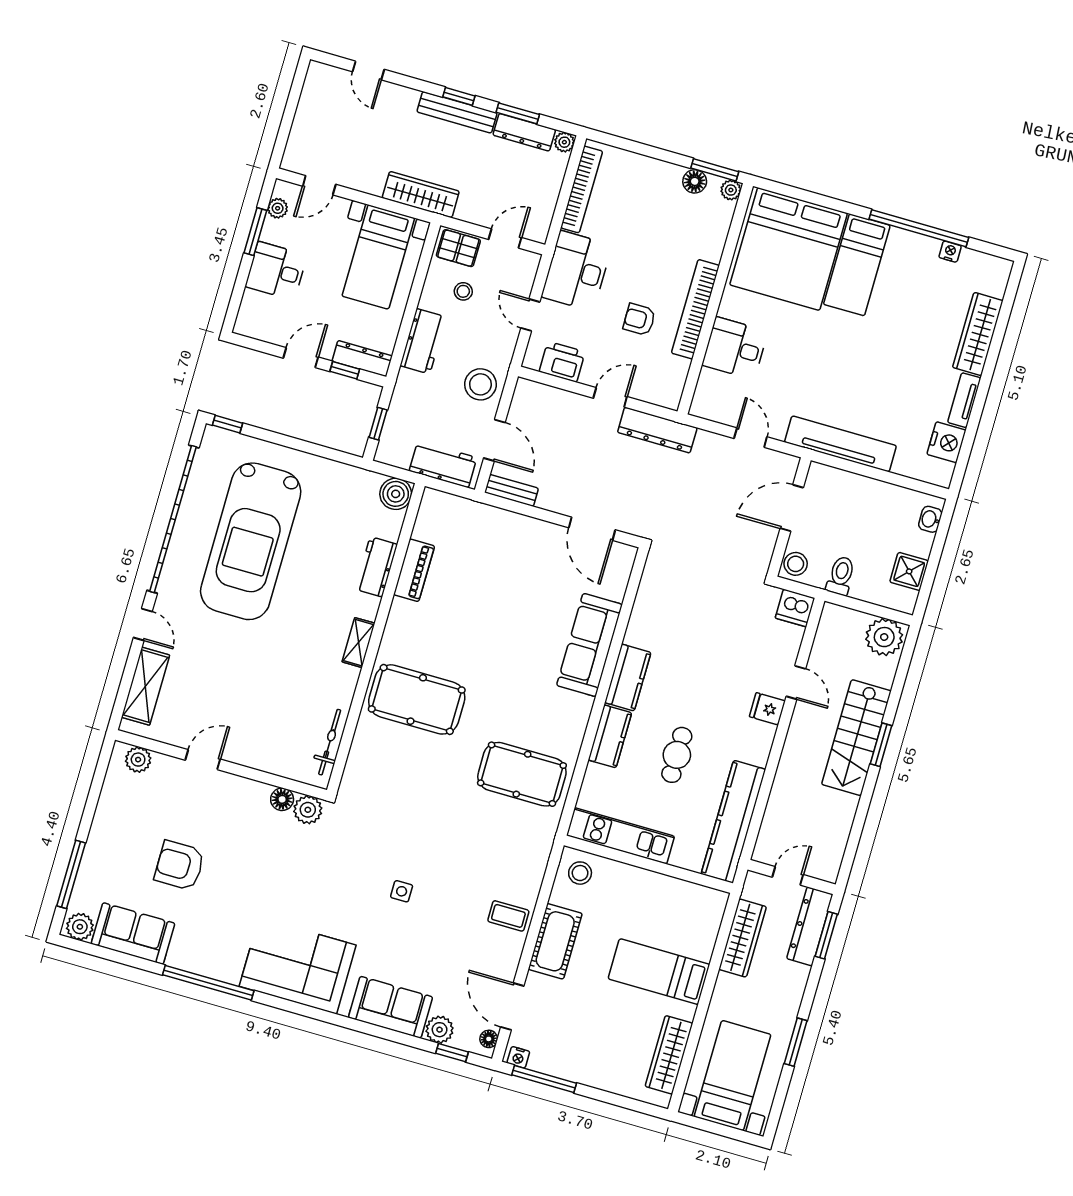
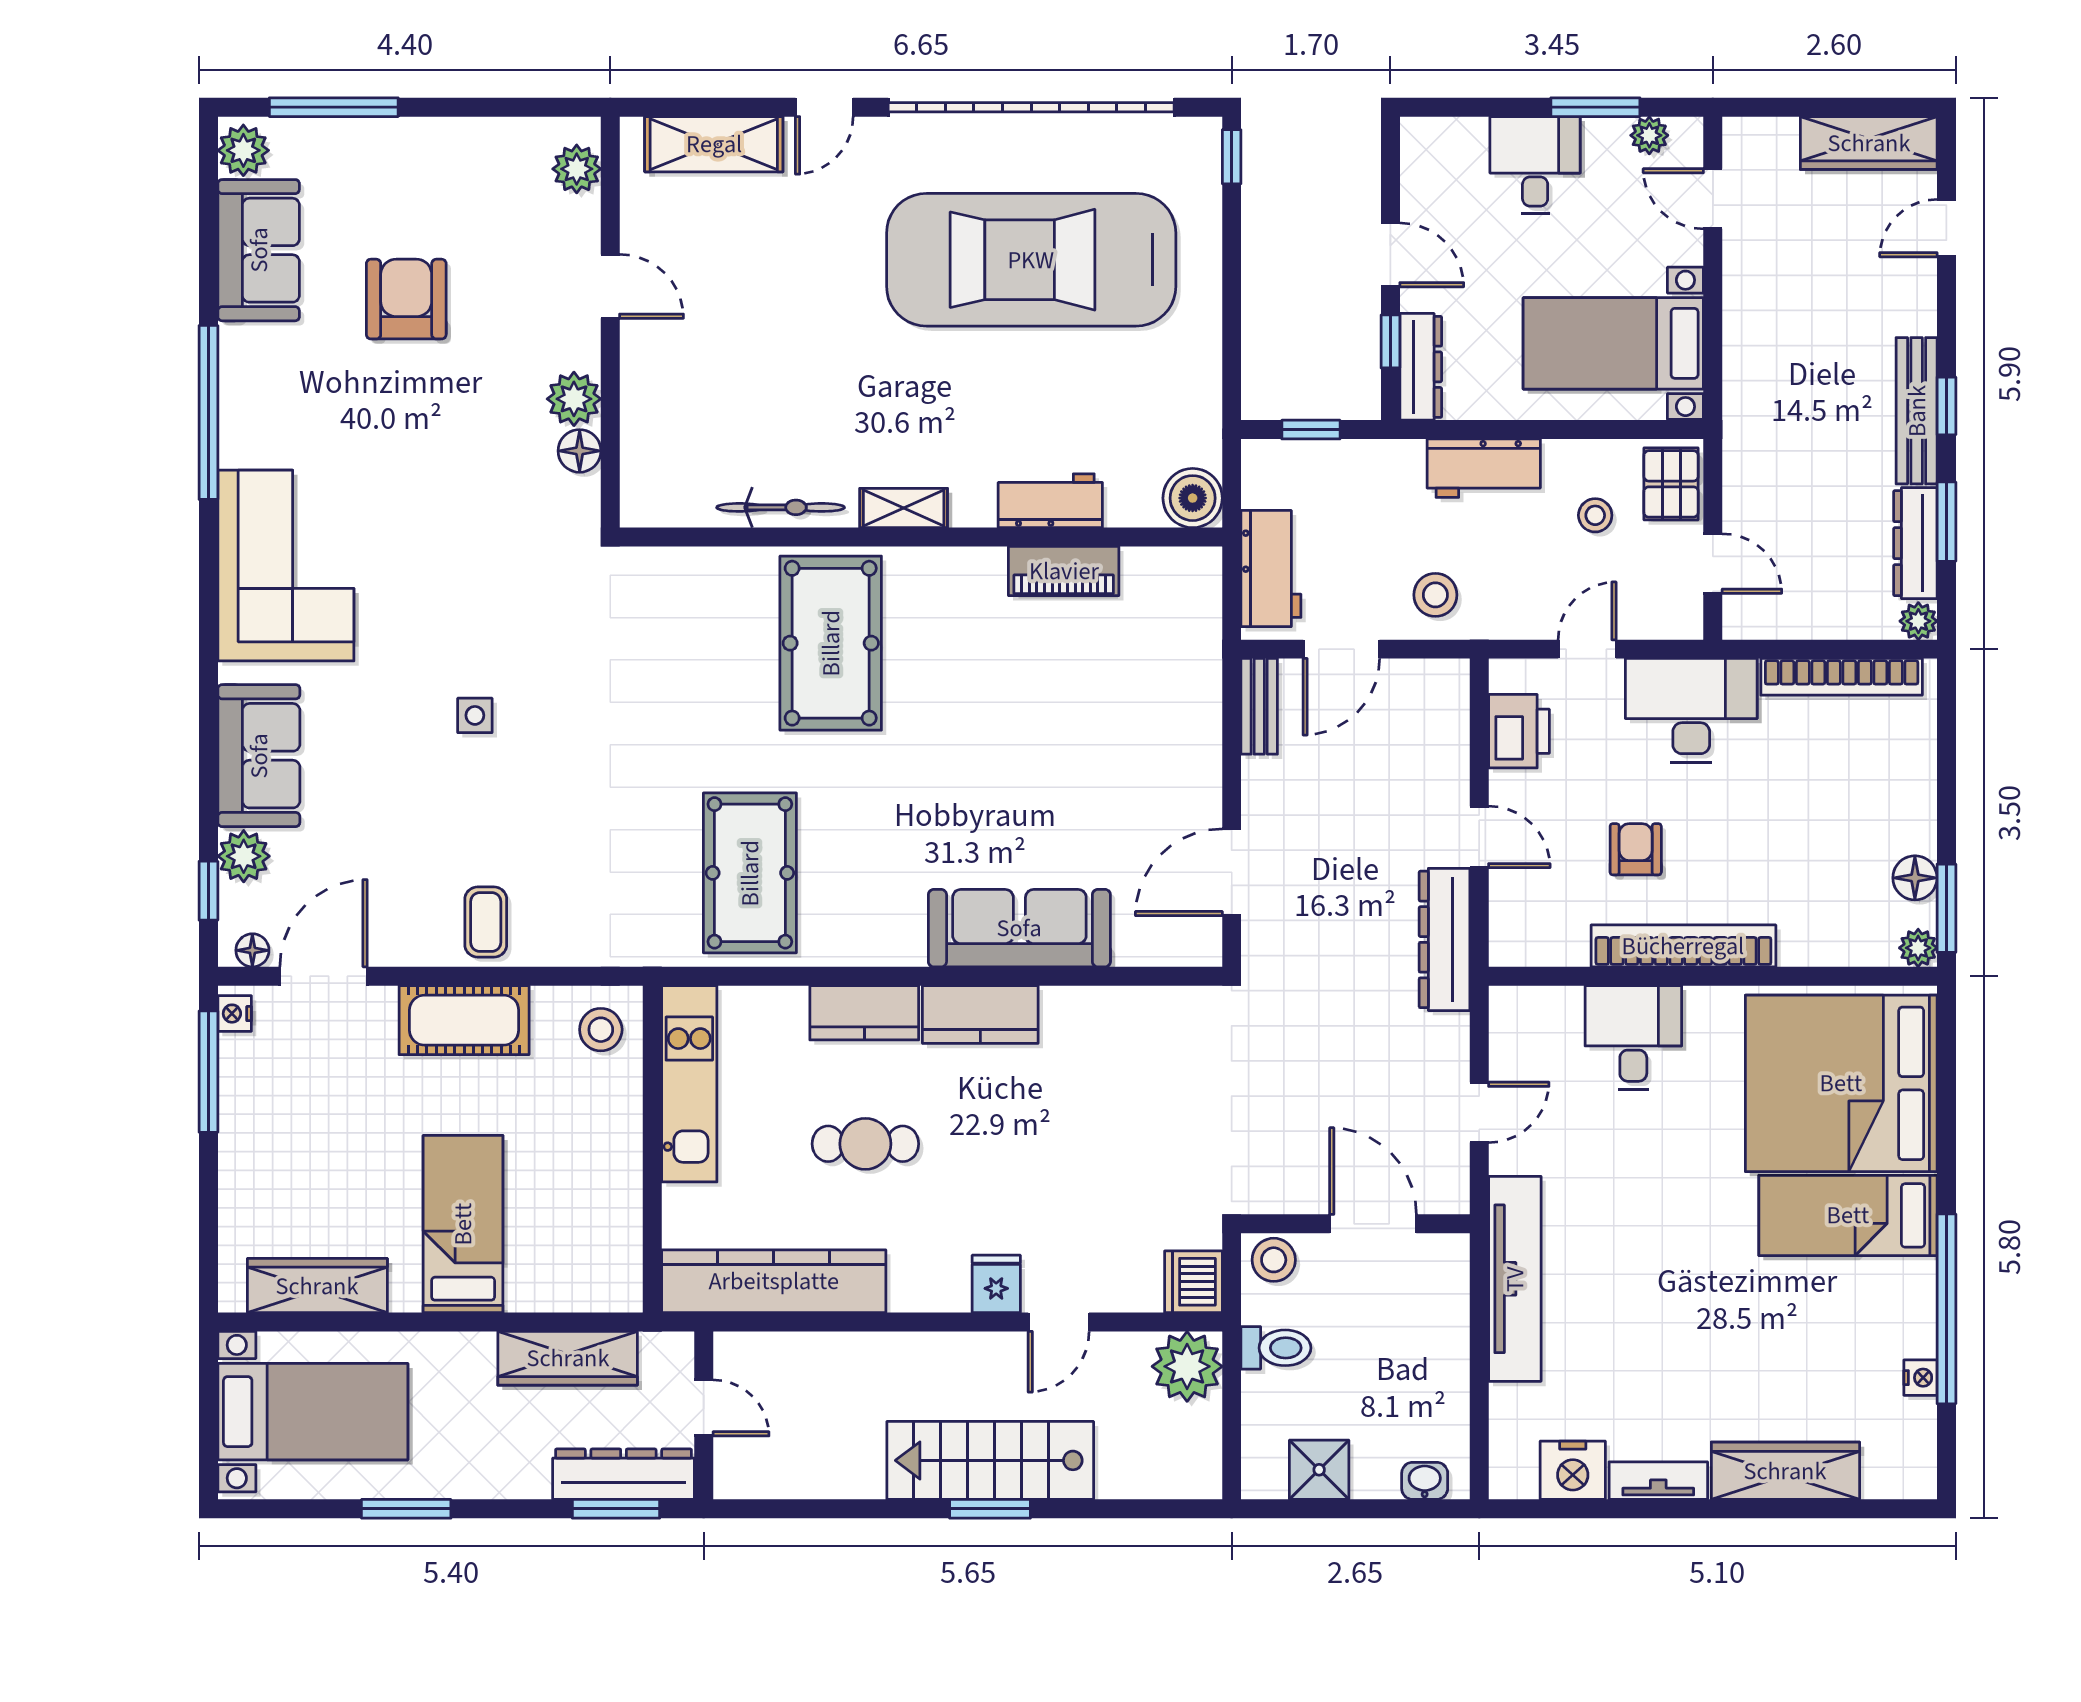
wardrobe: (421, 195) -> (1869, 143), moved, turned 90
stool: (480, 384) -> (1435, 595), width x0.73, depth x0.73
plant: (884, 637) -> (1187, 1366), moved
bicycle: (330, 742) -> (781, 507), moved
plant: (308, 810) -> (574, 399), moved

